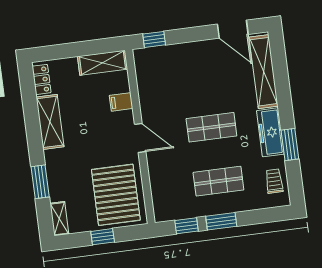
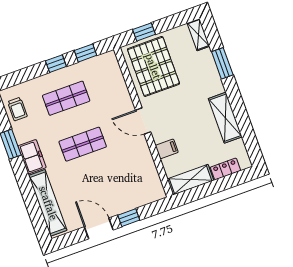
door: (233, 29) -> (99, 228), moved
window: (154, 39) -> (129, 218), moved
locker: (42, 79) -> (225, 169), moved, turned 90
freezer: (270, 132) -> (32, 157), width x0.71
window: (221, 221) -> (56, 64), width x0.67
window: (103, 237) -> (144, 32), moved

